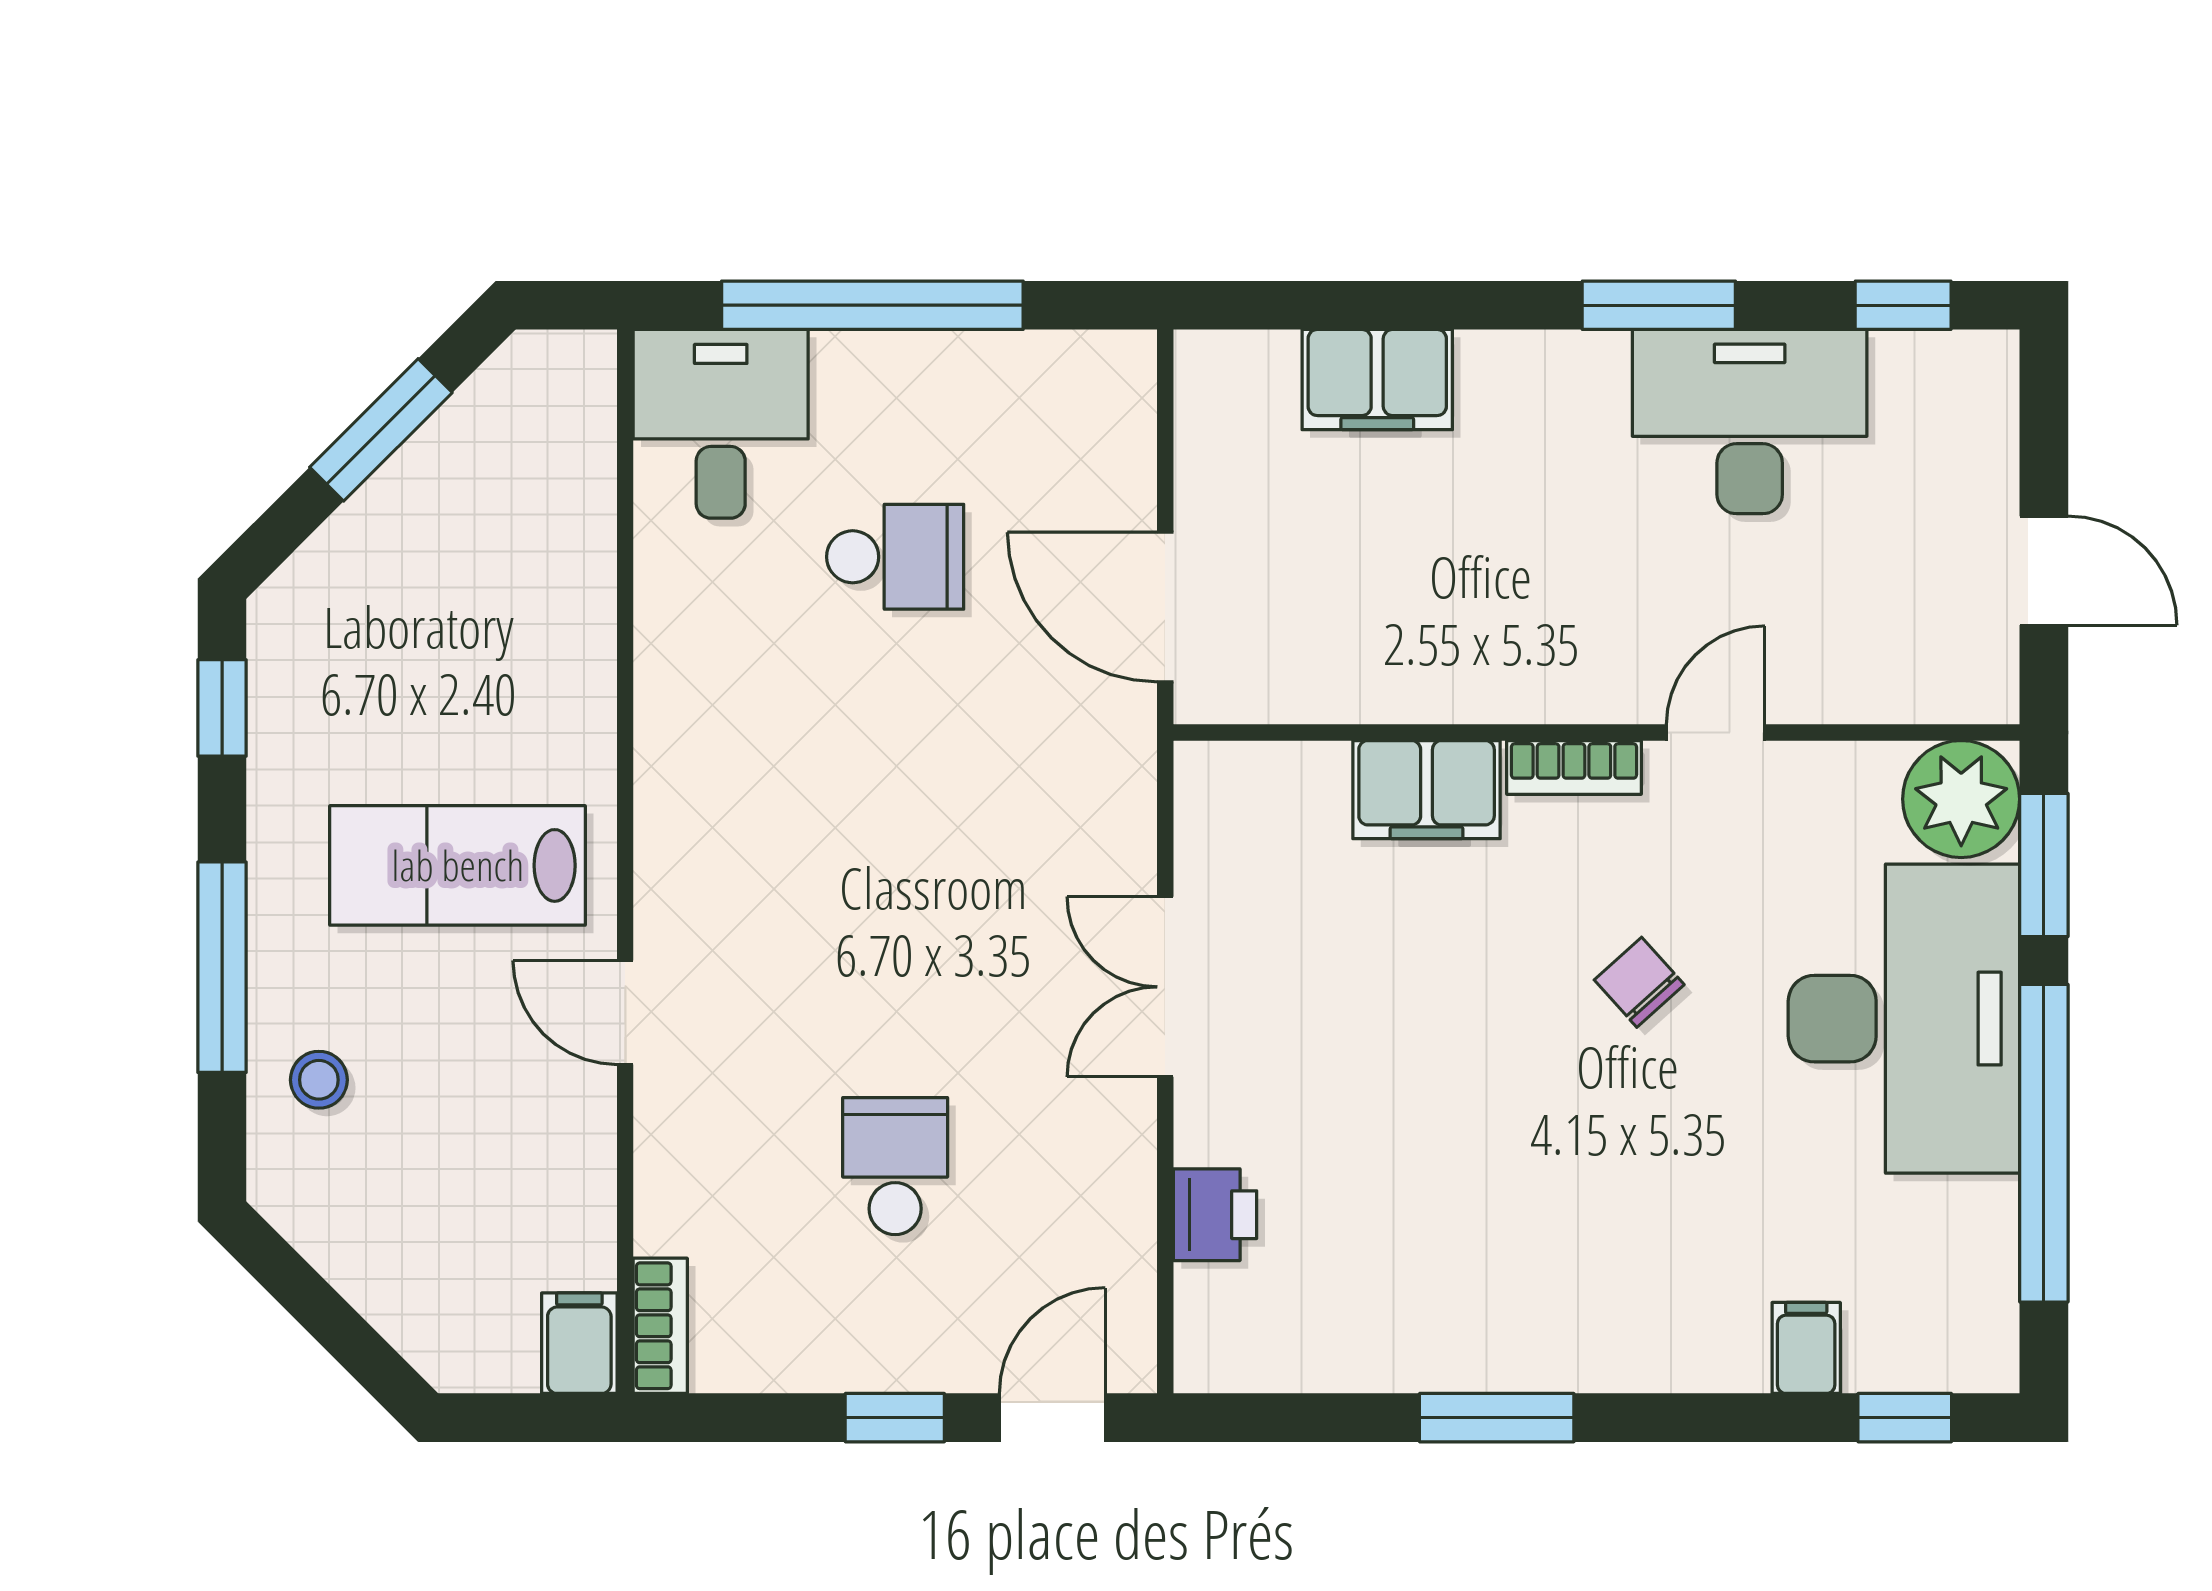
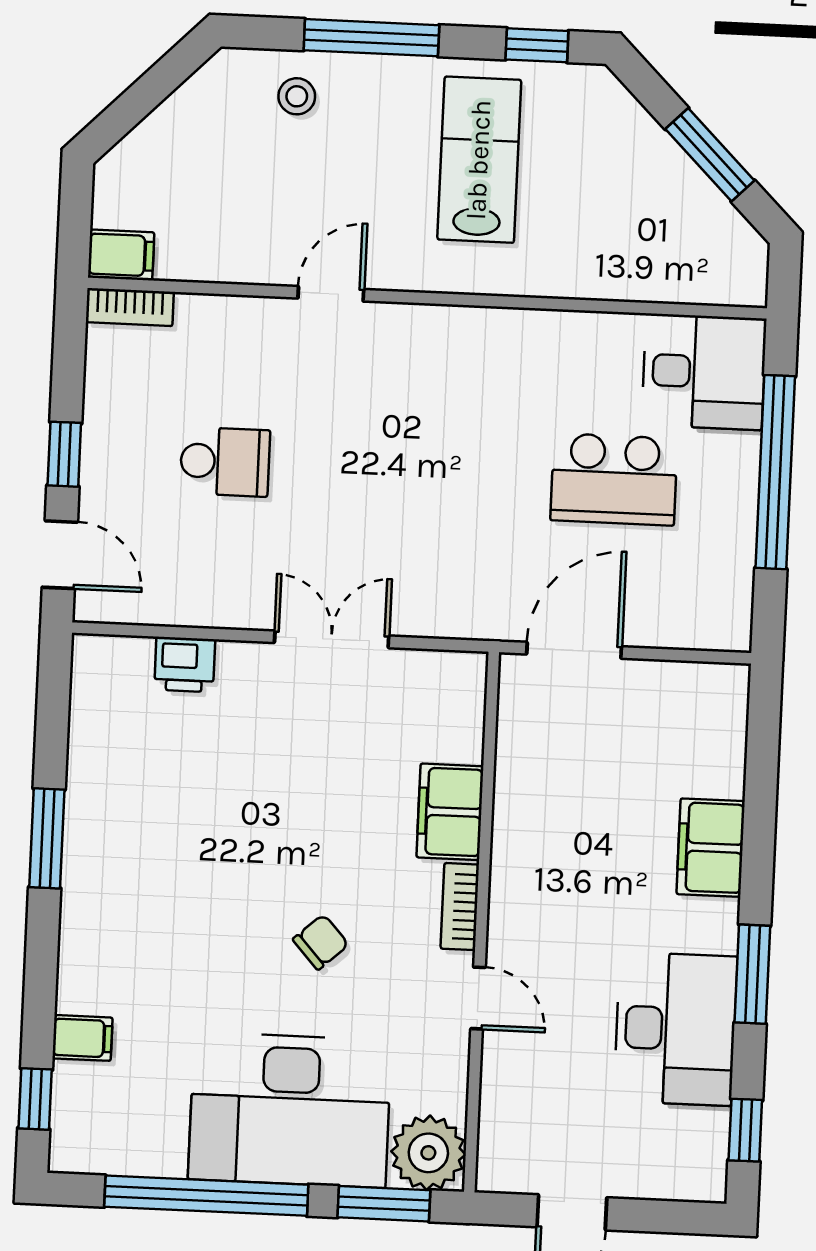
filing cabinet: (1377, 380) -> (711, 848), moved
school desk: (895, 557) -> (614, 479), width x1.85
lab bench: (458, 865) -> (479, 160), moved

